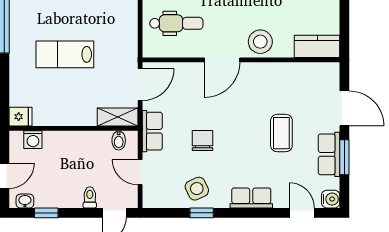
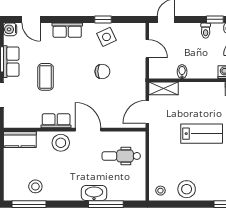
door: (222, 60) -> (88, 130), hinge flipped
row of seats: (152, 131) -> (56, 121), moved, turned 90
bidet: (119, 140) -> (182, 72), moved
chair: (202, 141) -> (102, 71), turned -90
toilet: (90, 197) -> (206, 31), moved

